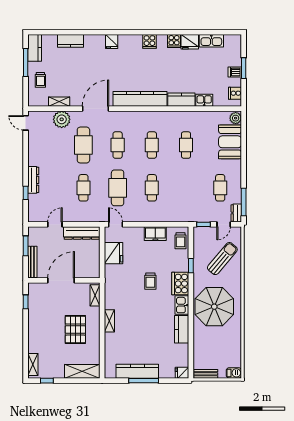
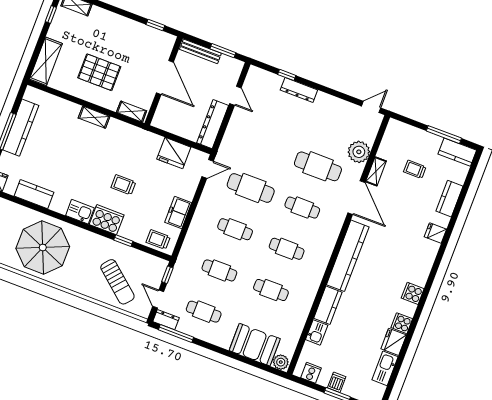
fridge: (112, 42) -> (435, 233), moved
trolley: (40, 80) -> (415, 169), moved
shelving: (59, 102) -> (376, 171), moved
cafe table: (83, 188) -> (219, 270), moved
parasol: (214, 307) -> (43, 247), moved
kitchen counter: (182, 329) -> (34, 194), moved

